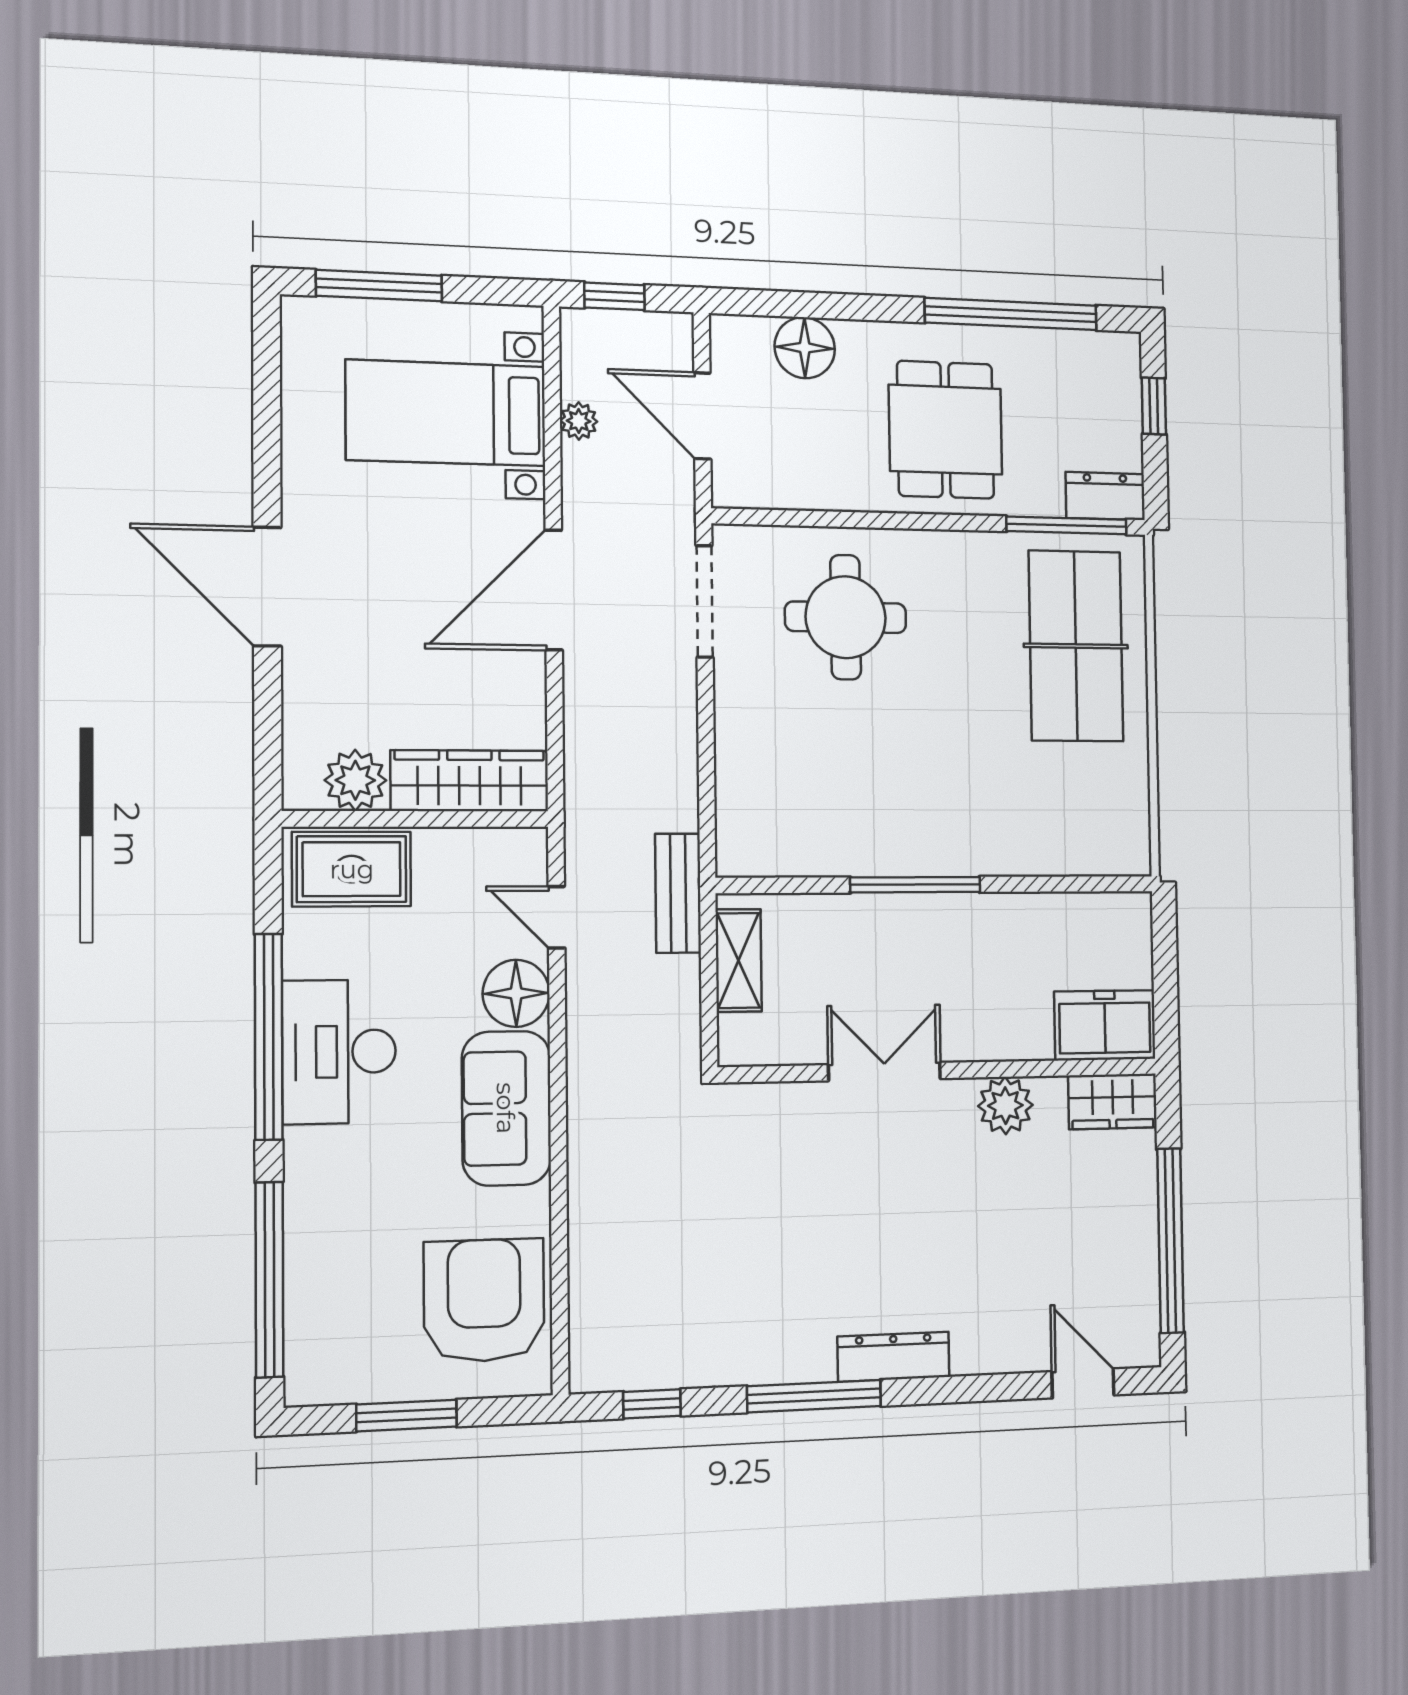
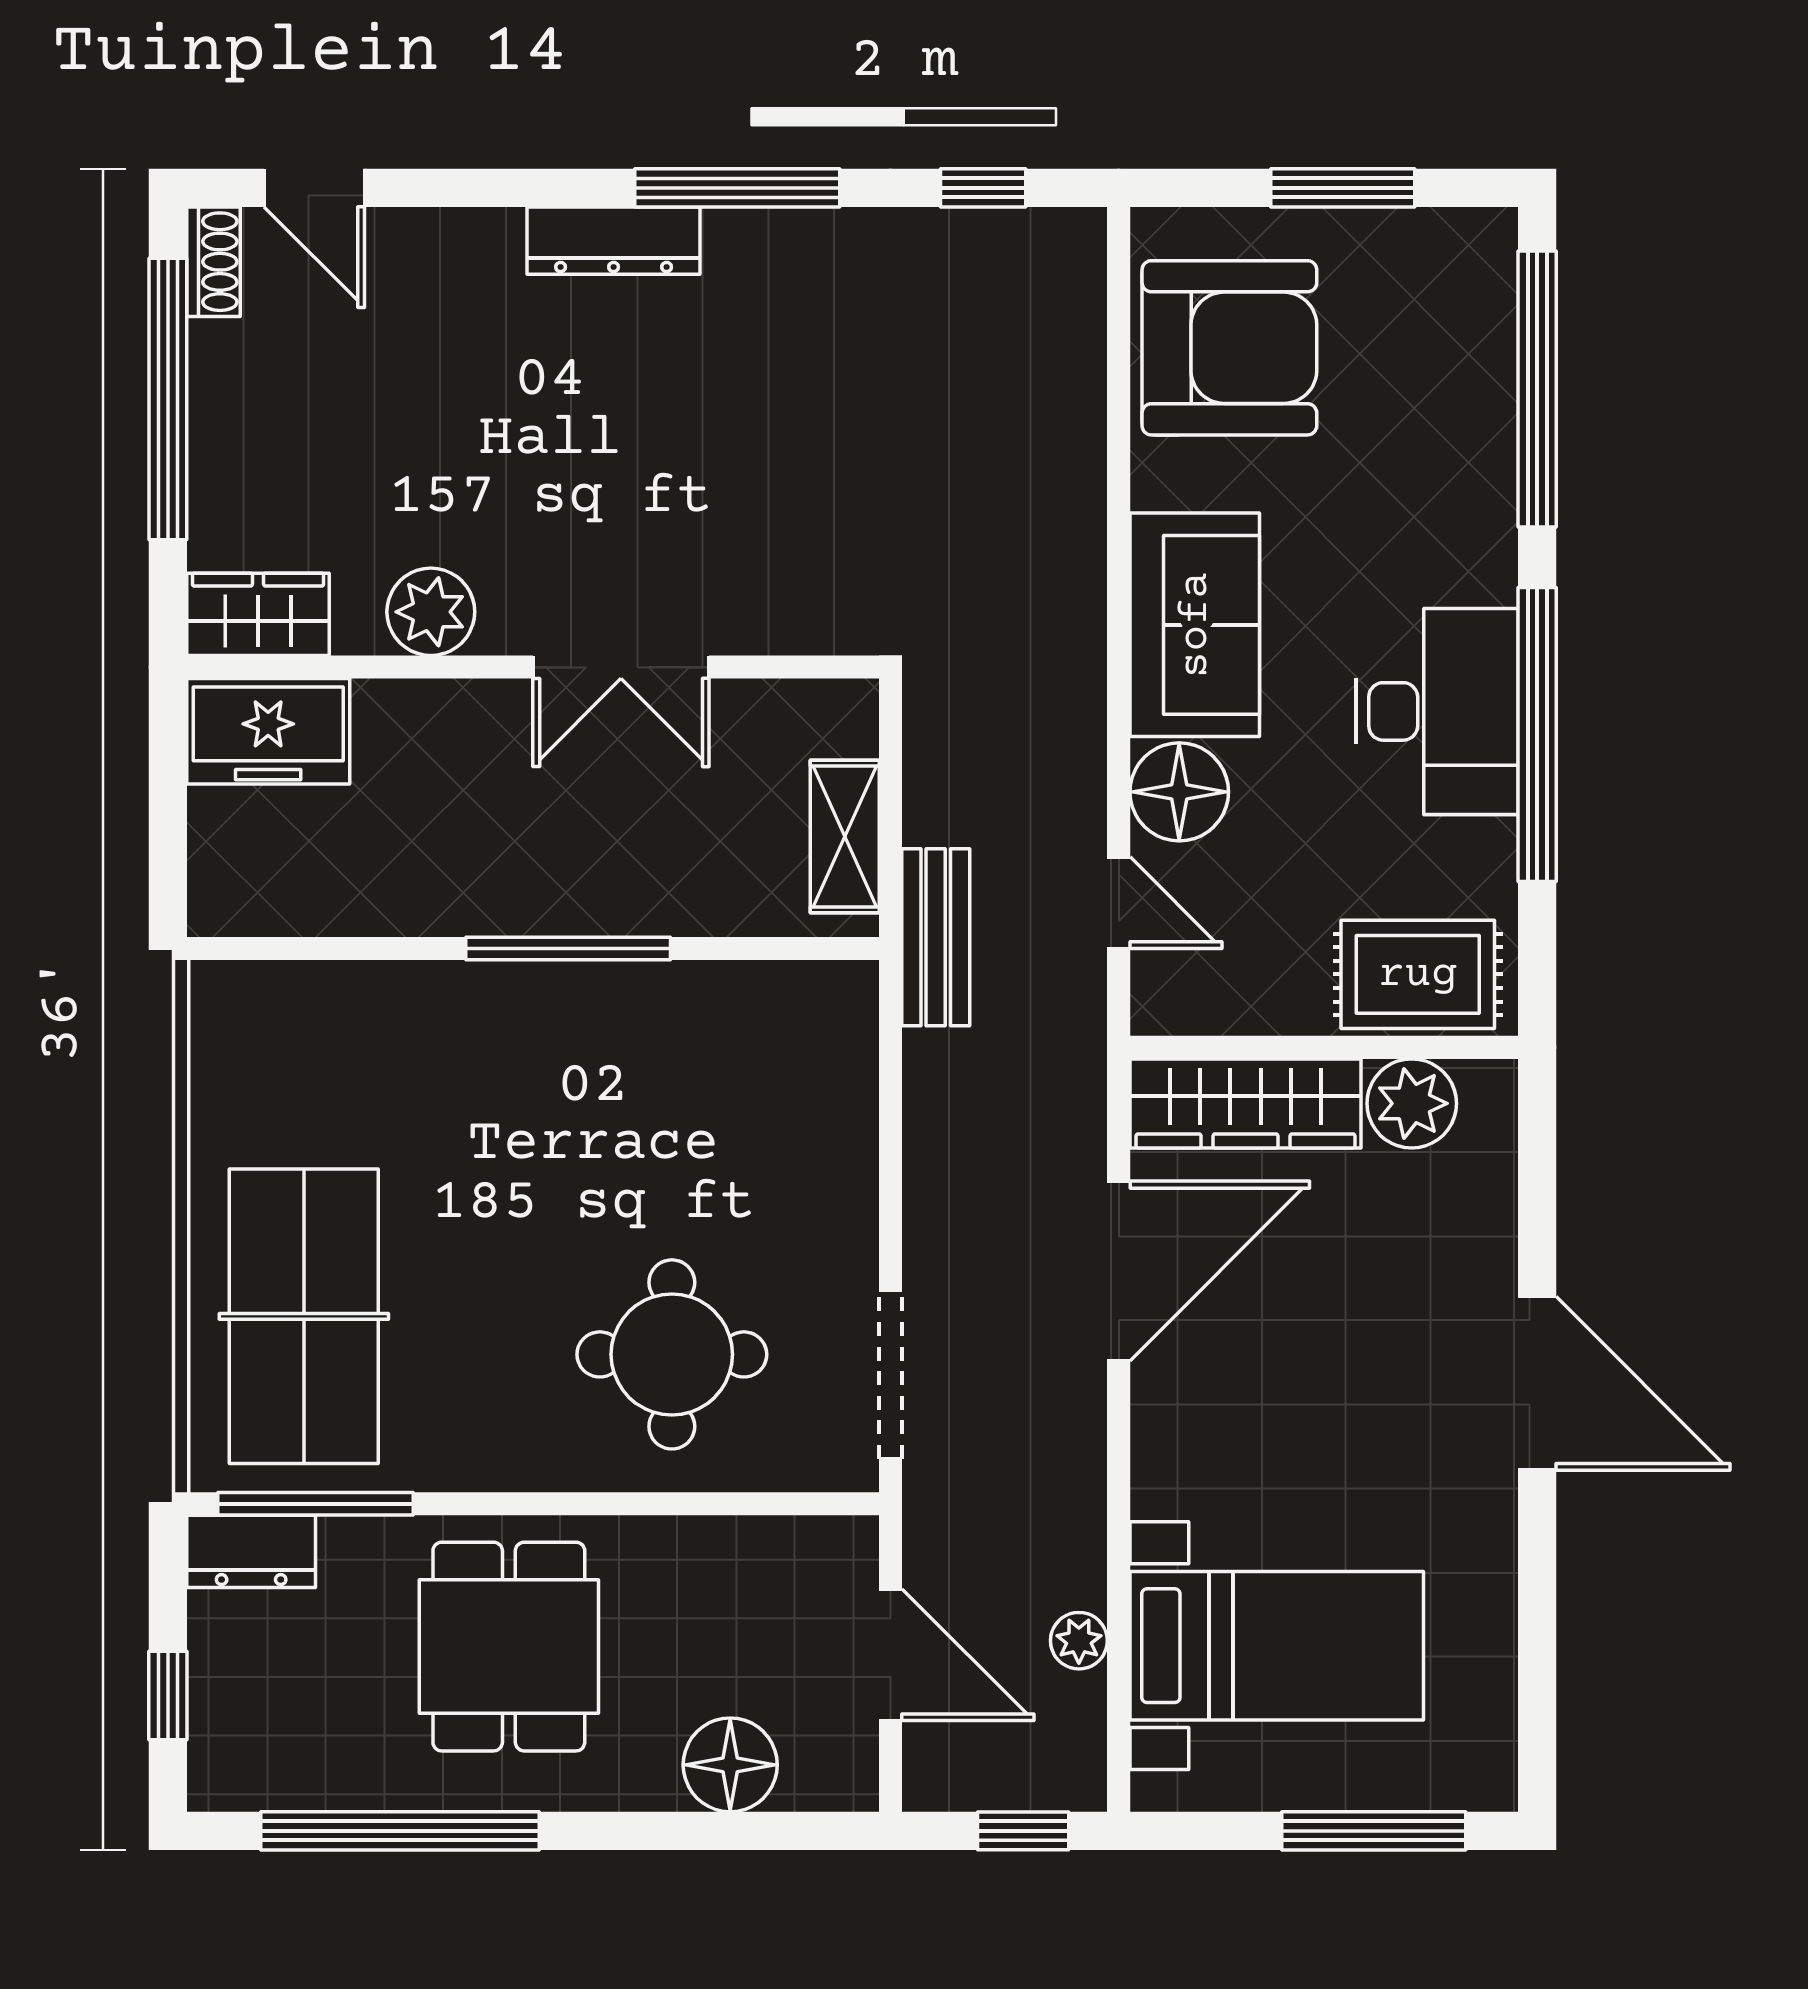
door: (554, 590) -> (1119, 1271), moved
armchair: (484, 1300) -> (1229, 348), turned -90
shoe rack: (1144, 1332) -> (213, 262), added

